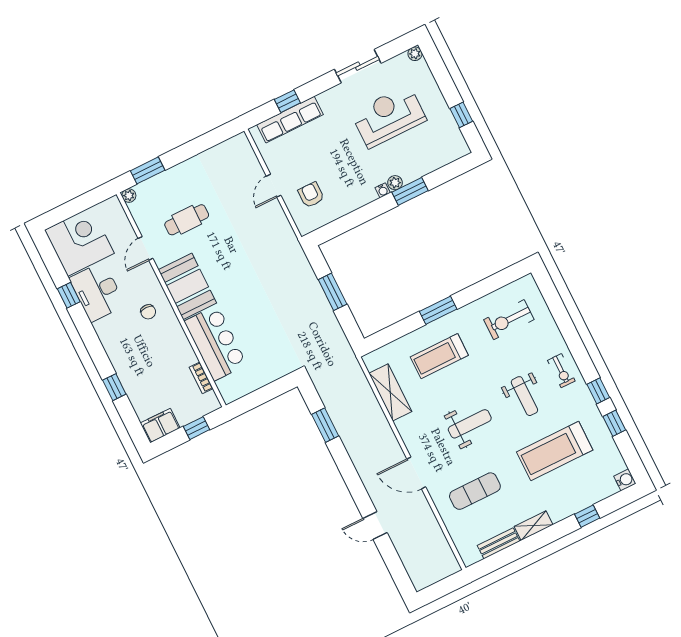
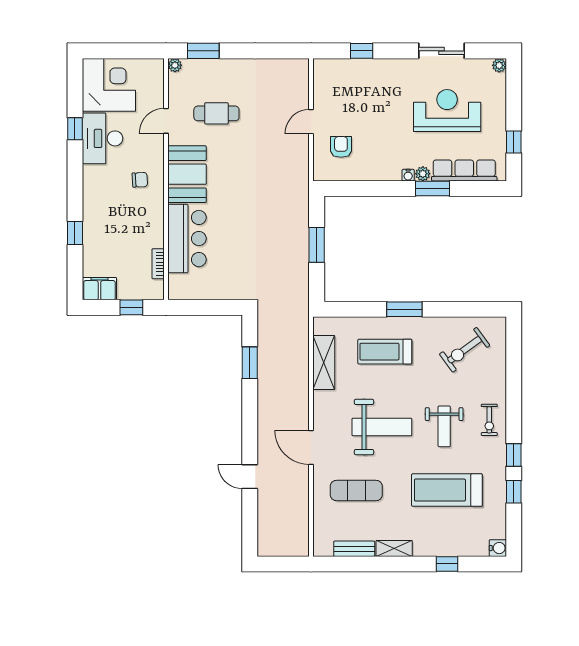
row of seats: (290, 120) -> (464, 170), moved, turned 180
chair: (148, 312) -> (140, 180), turned -93
exercise bike: (509, 320) -> (465, 350), turned -36
weight bench: (470, 424) -> (382, 427), width x1.36, depth x1.33

